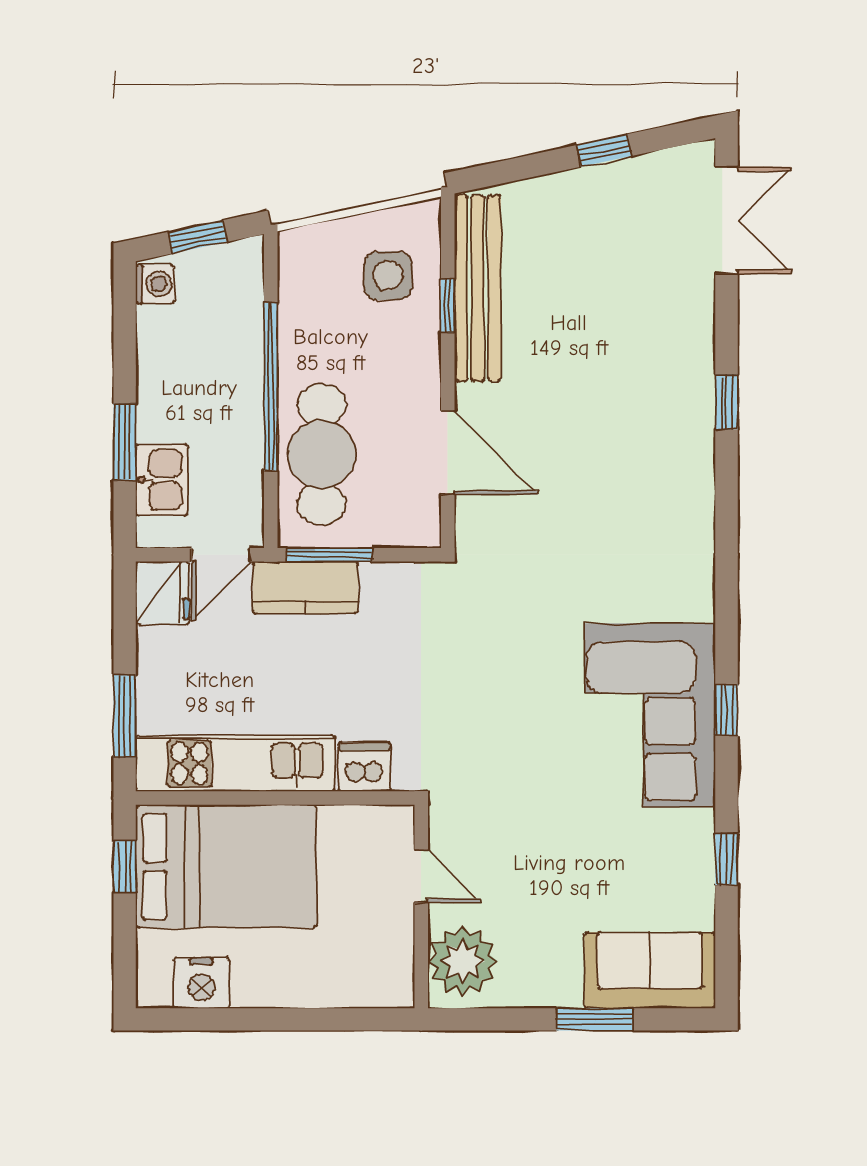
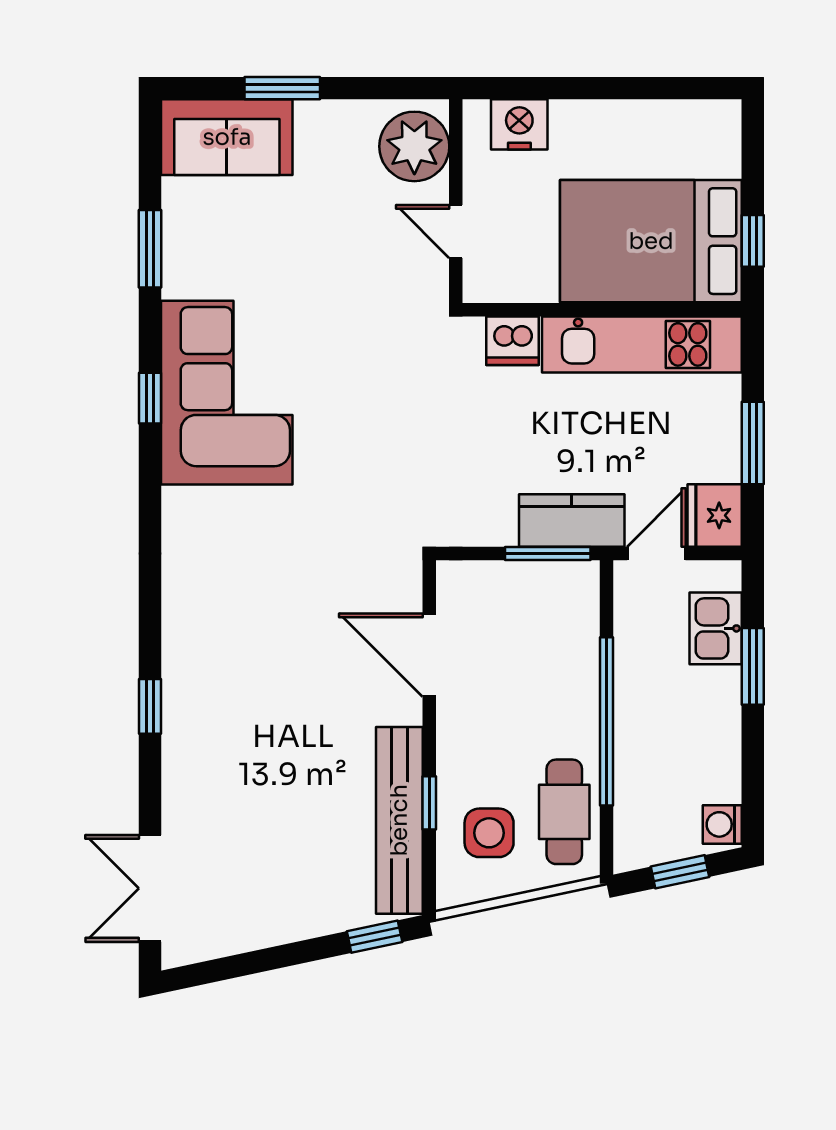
window: (604, 150) -> (375, 937), moved
cafe table: (322, 454) -> (564, 812), moved, width x0.73, depth x0.74
window: (125, 716) -> (753, 443), moved
window: (727, 859) -> (150, 249), width x1.50
nightstand: (201, 983) -> (519, 124), moved

